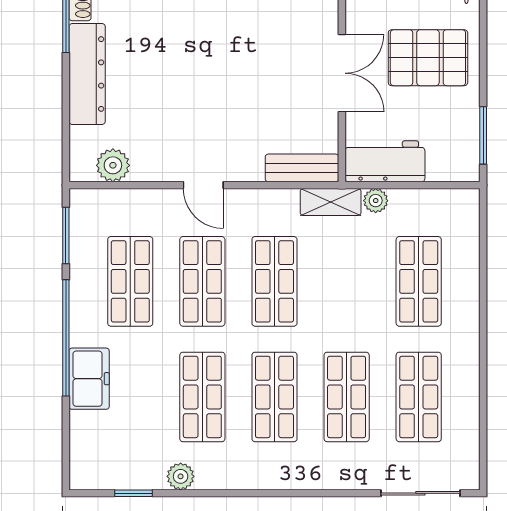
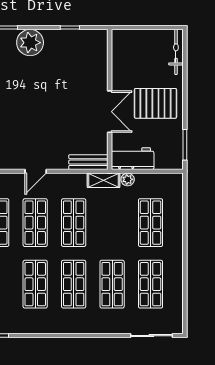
door: (203, 185) -> (36, 171), hinge flipped
plant: (181, 476) -> (24, 327), removed

